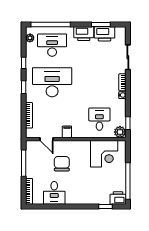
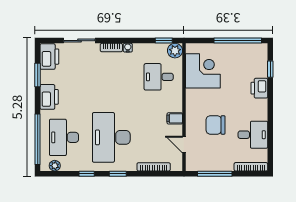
printer: (104, 34) -> (49, 57), moved
door: (46, 139) -> (184, 145), swing flipped
printer: (118, 198) -> (259, 88), moved

